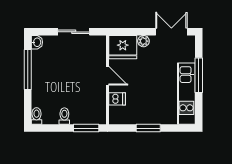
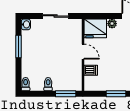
window: (28, 70) -> (18, 47), width x0.69

